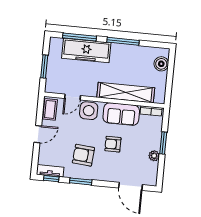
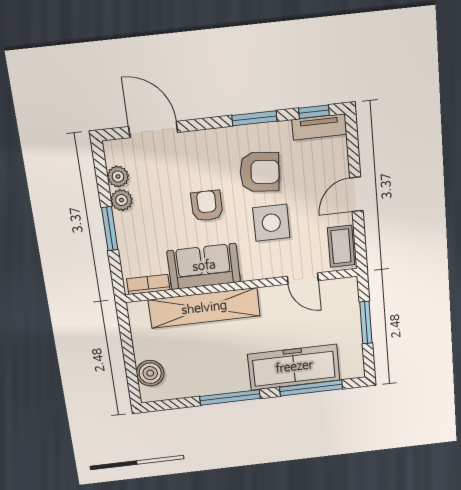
door: (73, 97) -> (303, 278), swing flipped
side table: (89, 111) -> (271, 223), moved
armchair: (113, 144) -> (207, 206), turned -90
plant: (153, 168) -> (118, 177), added

